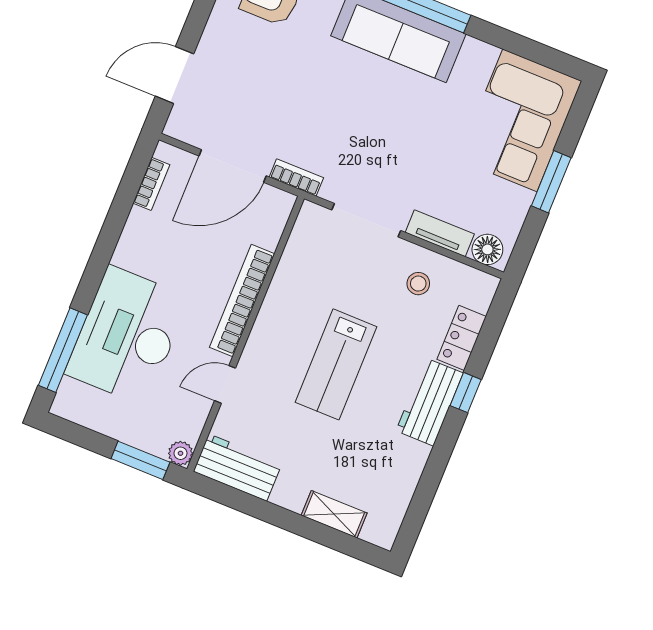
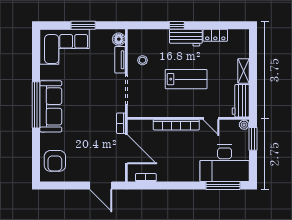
desk: (127, 336) -> (225, 163), moved
locker: (462, 338) -> (215, 35), moved
shelving: (334, 514) -> (244, 71), moved

